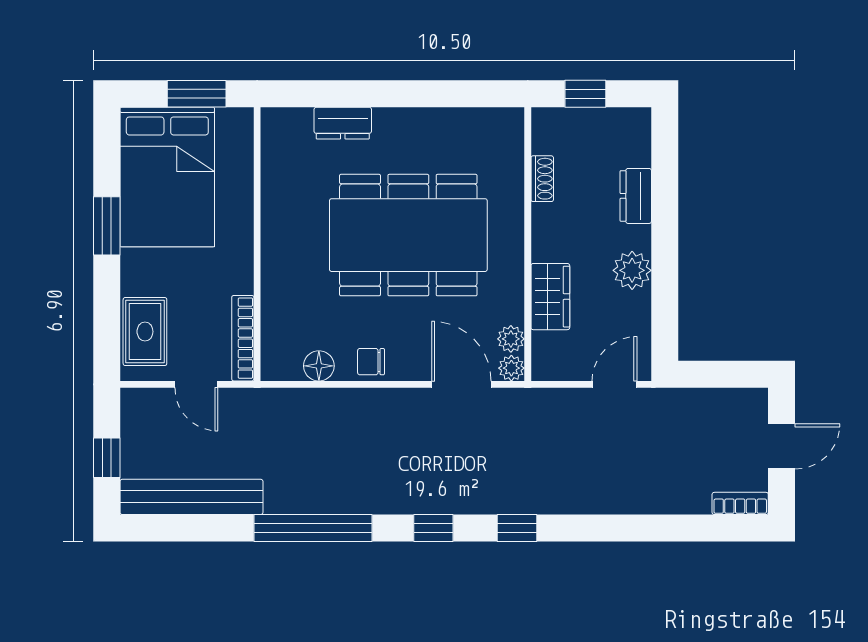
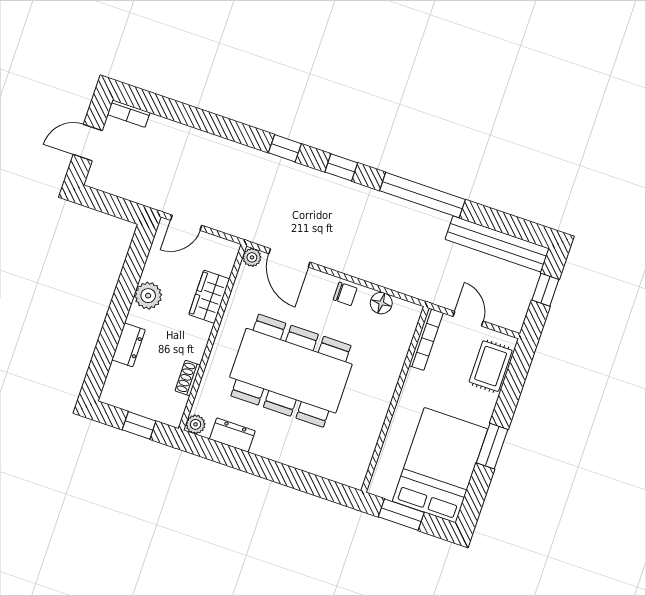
dresser: (343, 123) -> (232, 435), moved
plant: (511, 339) -> (196, 424), moved

